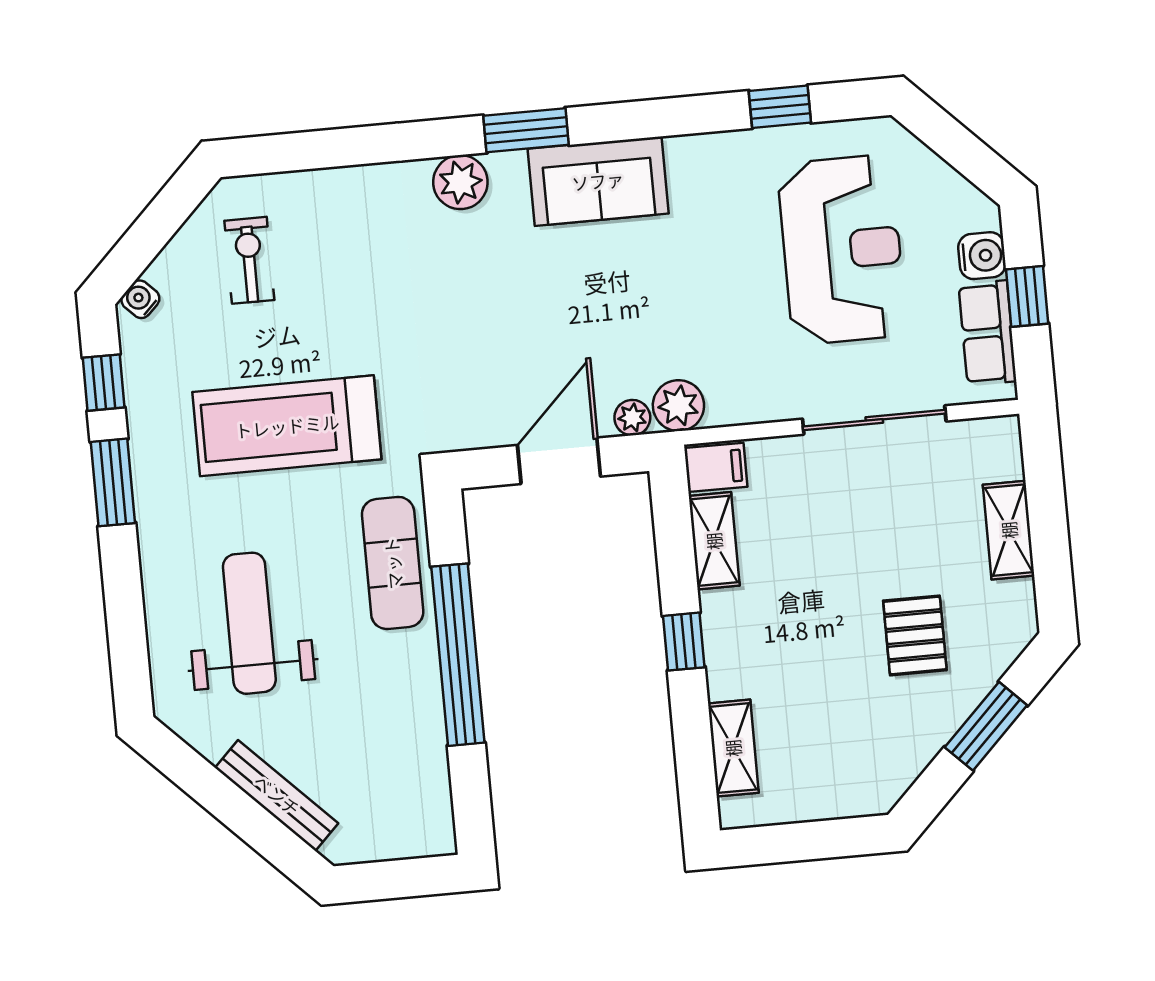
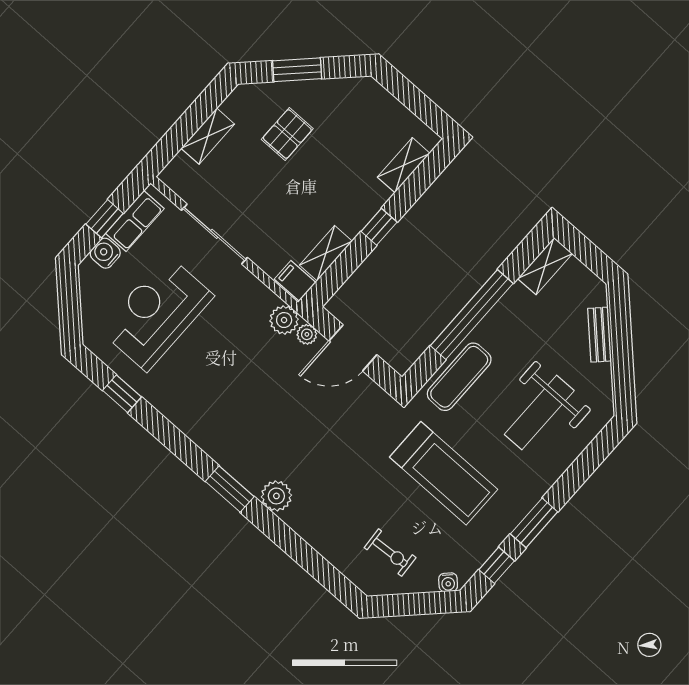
sofa: (598, 181) -> (223, 440), removed
exercise bike: (249, 260) -> (390, 553), turned -94
bench: (277, 795) -> (600, 335), width x0.73
shelving: (432, 808) -> (545, 266), added

